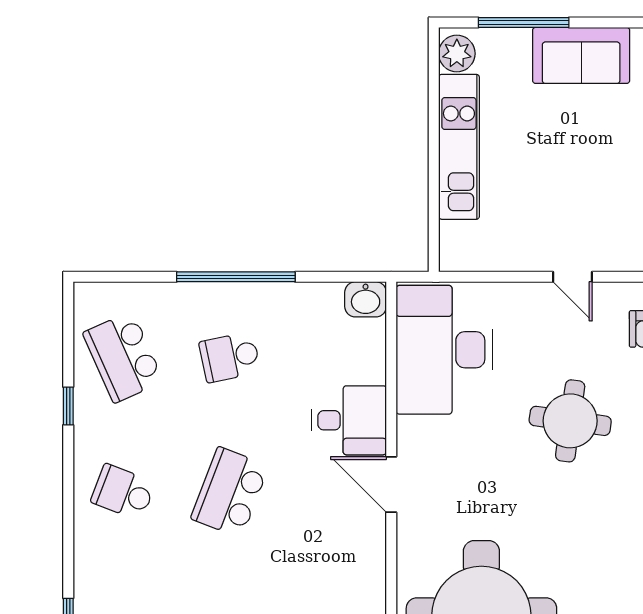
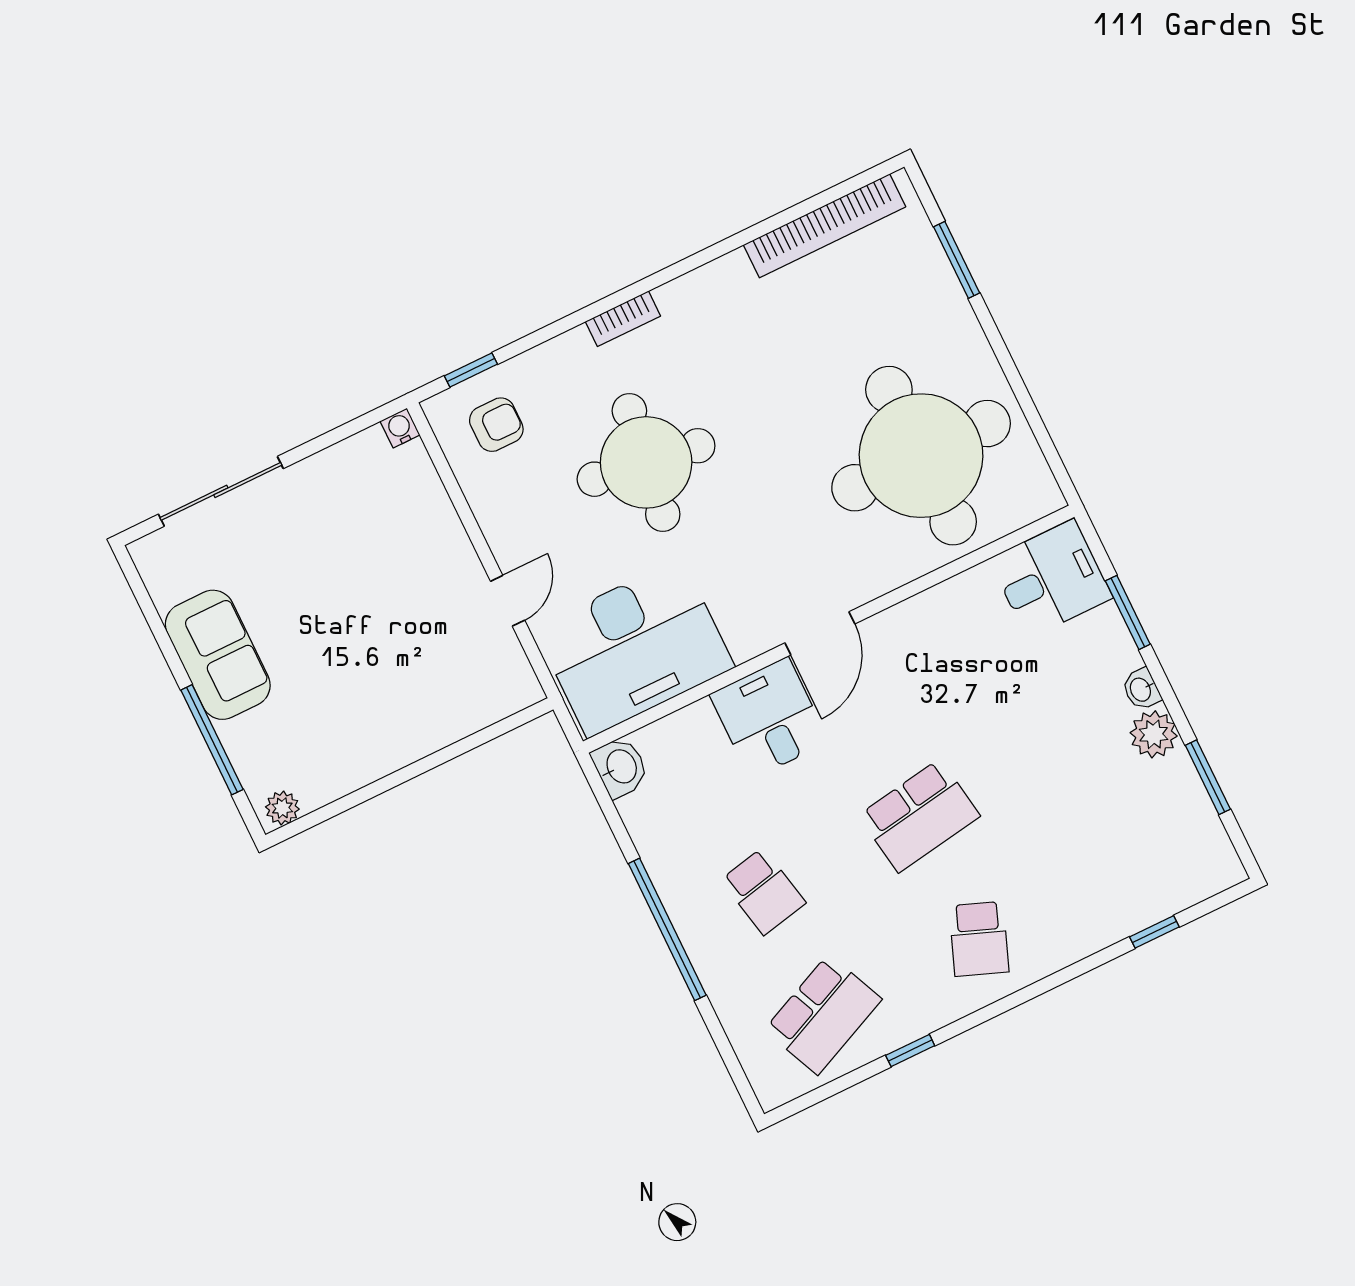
plant: (457, 54) -> (282, 808), width x0.73, depth x0.73
kitchen unit: (459, 147) -> (392, 745), removed
door: (573, 277) -> (508, 601), moved
round table: (570, 421) -> (646, 462), width x1.36, depth x1.36
school desk: (230, 492) -> (919, 816), turned -30

